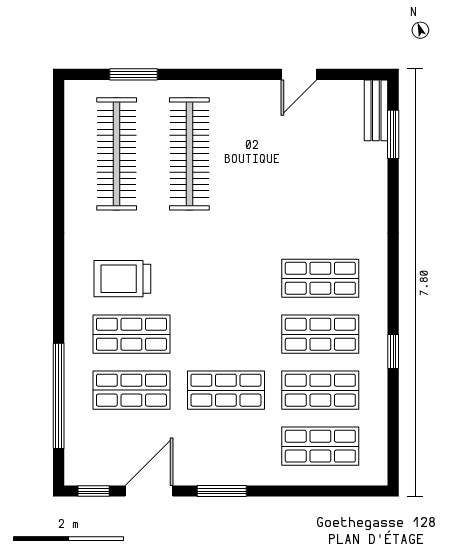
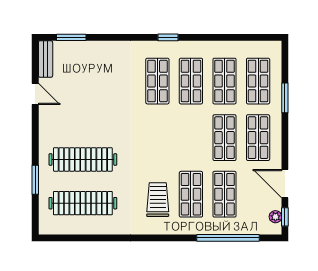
window: (134, 74) -> (35, 180), moved
bench: (376, 110) -> (46, 59), moved, turned 90
trolley: (122, 279) -> (158, 200), turned 180
window: (393, 352) -> (168, 37), moved
shop shelf: (226, 446) -> (258, 138), added
plant: (94, 475) -> (275, 217), added
window: (222, 491) -> (285, 98), moved

